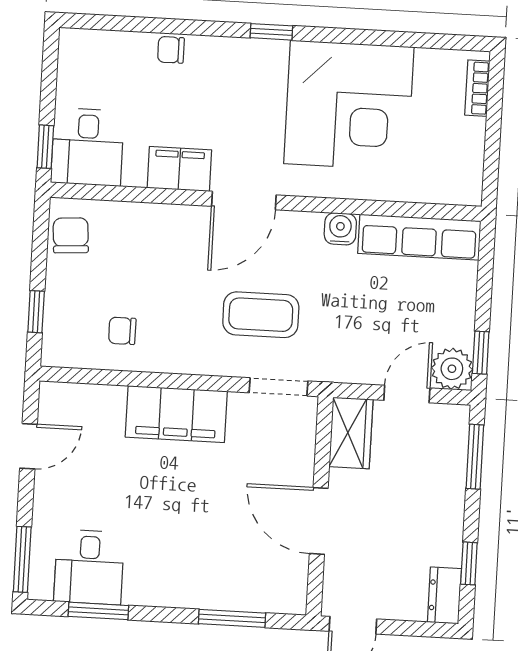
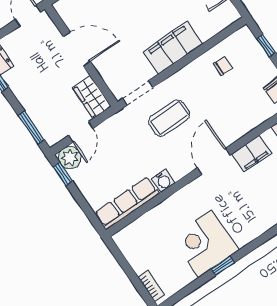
window: (271, 32) -> (222, 266), moved
corner desk: (349, 105) -> (205, 244), width x0.74, depth x0.74

